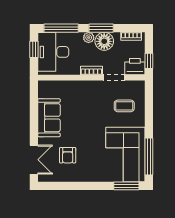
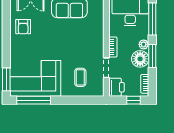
window: (149, 61) -> (133, 100), moved
armchair: (68, 155) -> (23, 27), moved, turned -90

